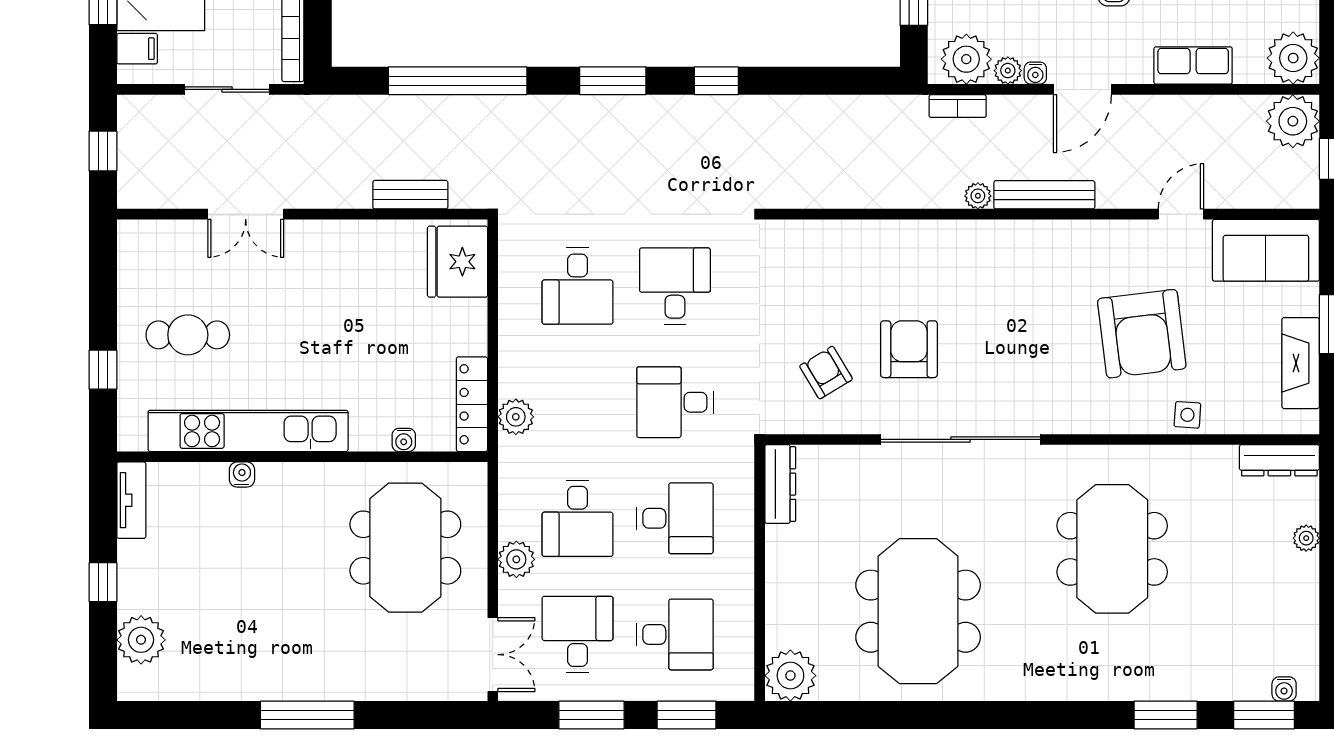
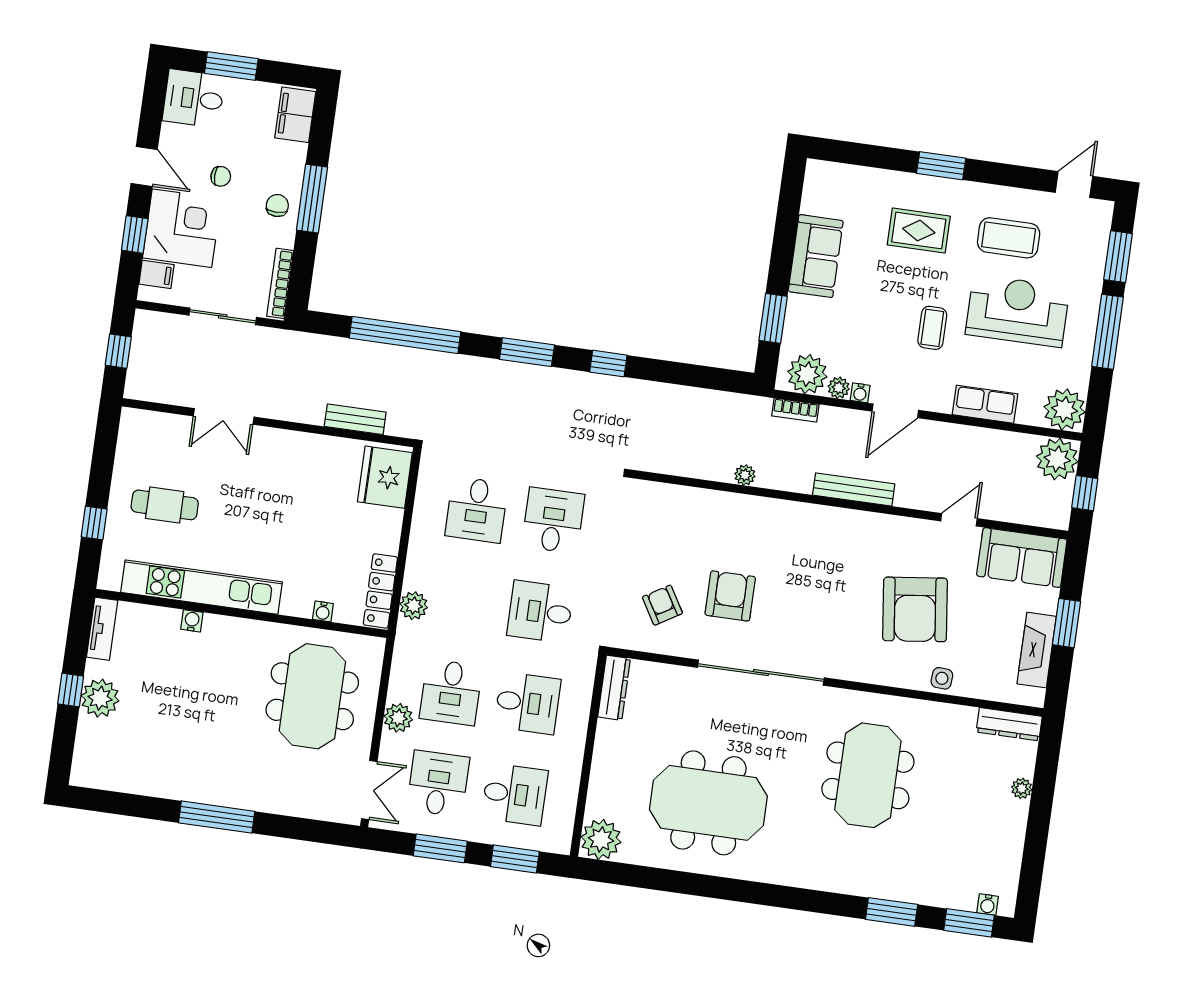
plant: (978, 196) -> (745, 475), moved
meeting table: (918, 611) -> (708, 803), turned 90
plant: (141, 640) -> (100, 698), moved

